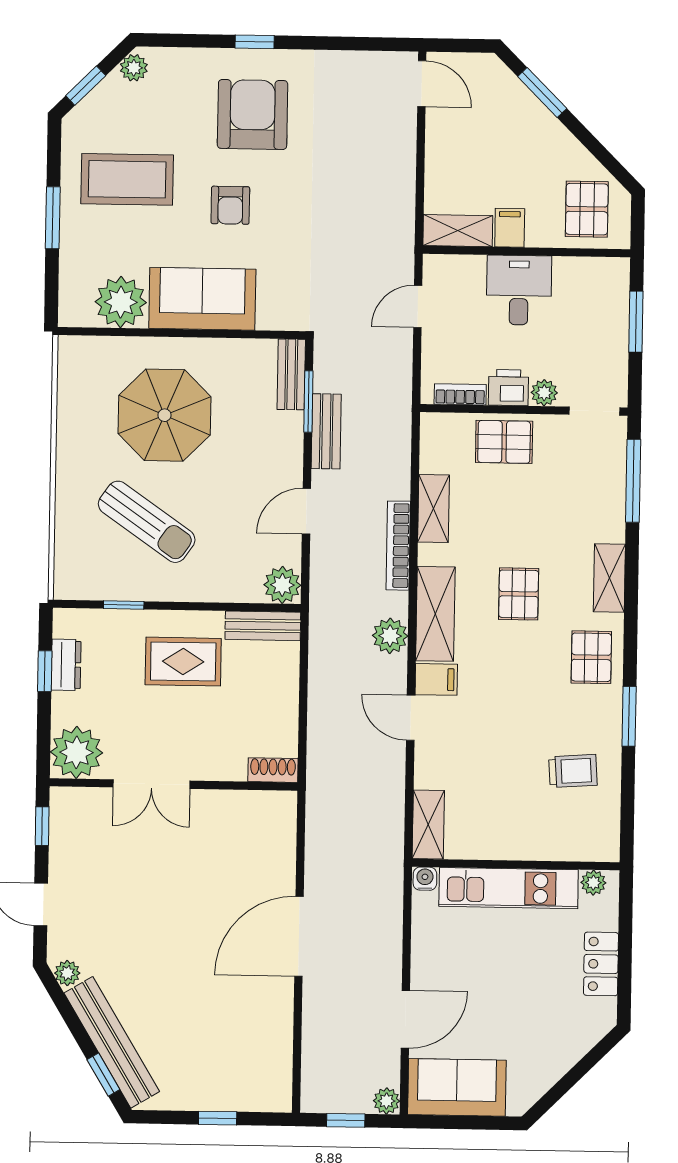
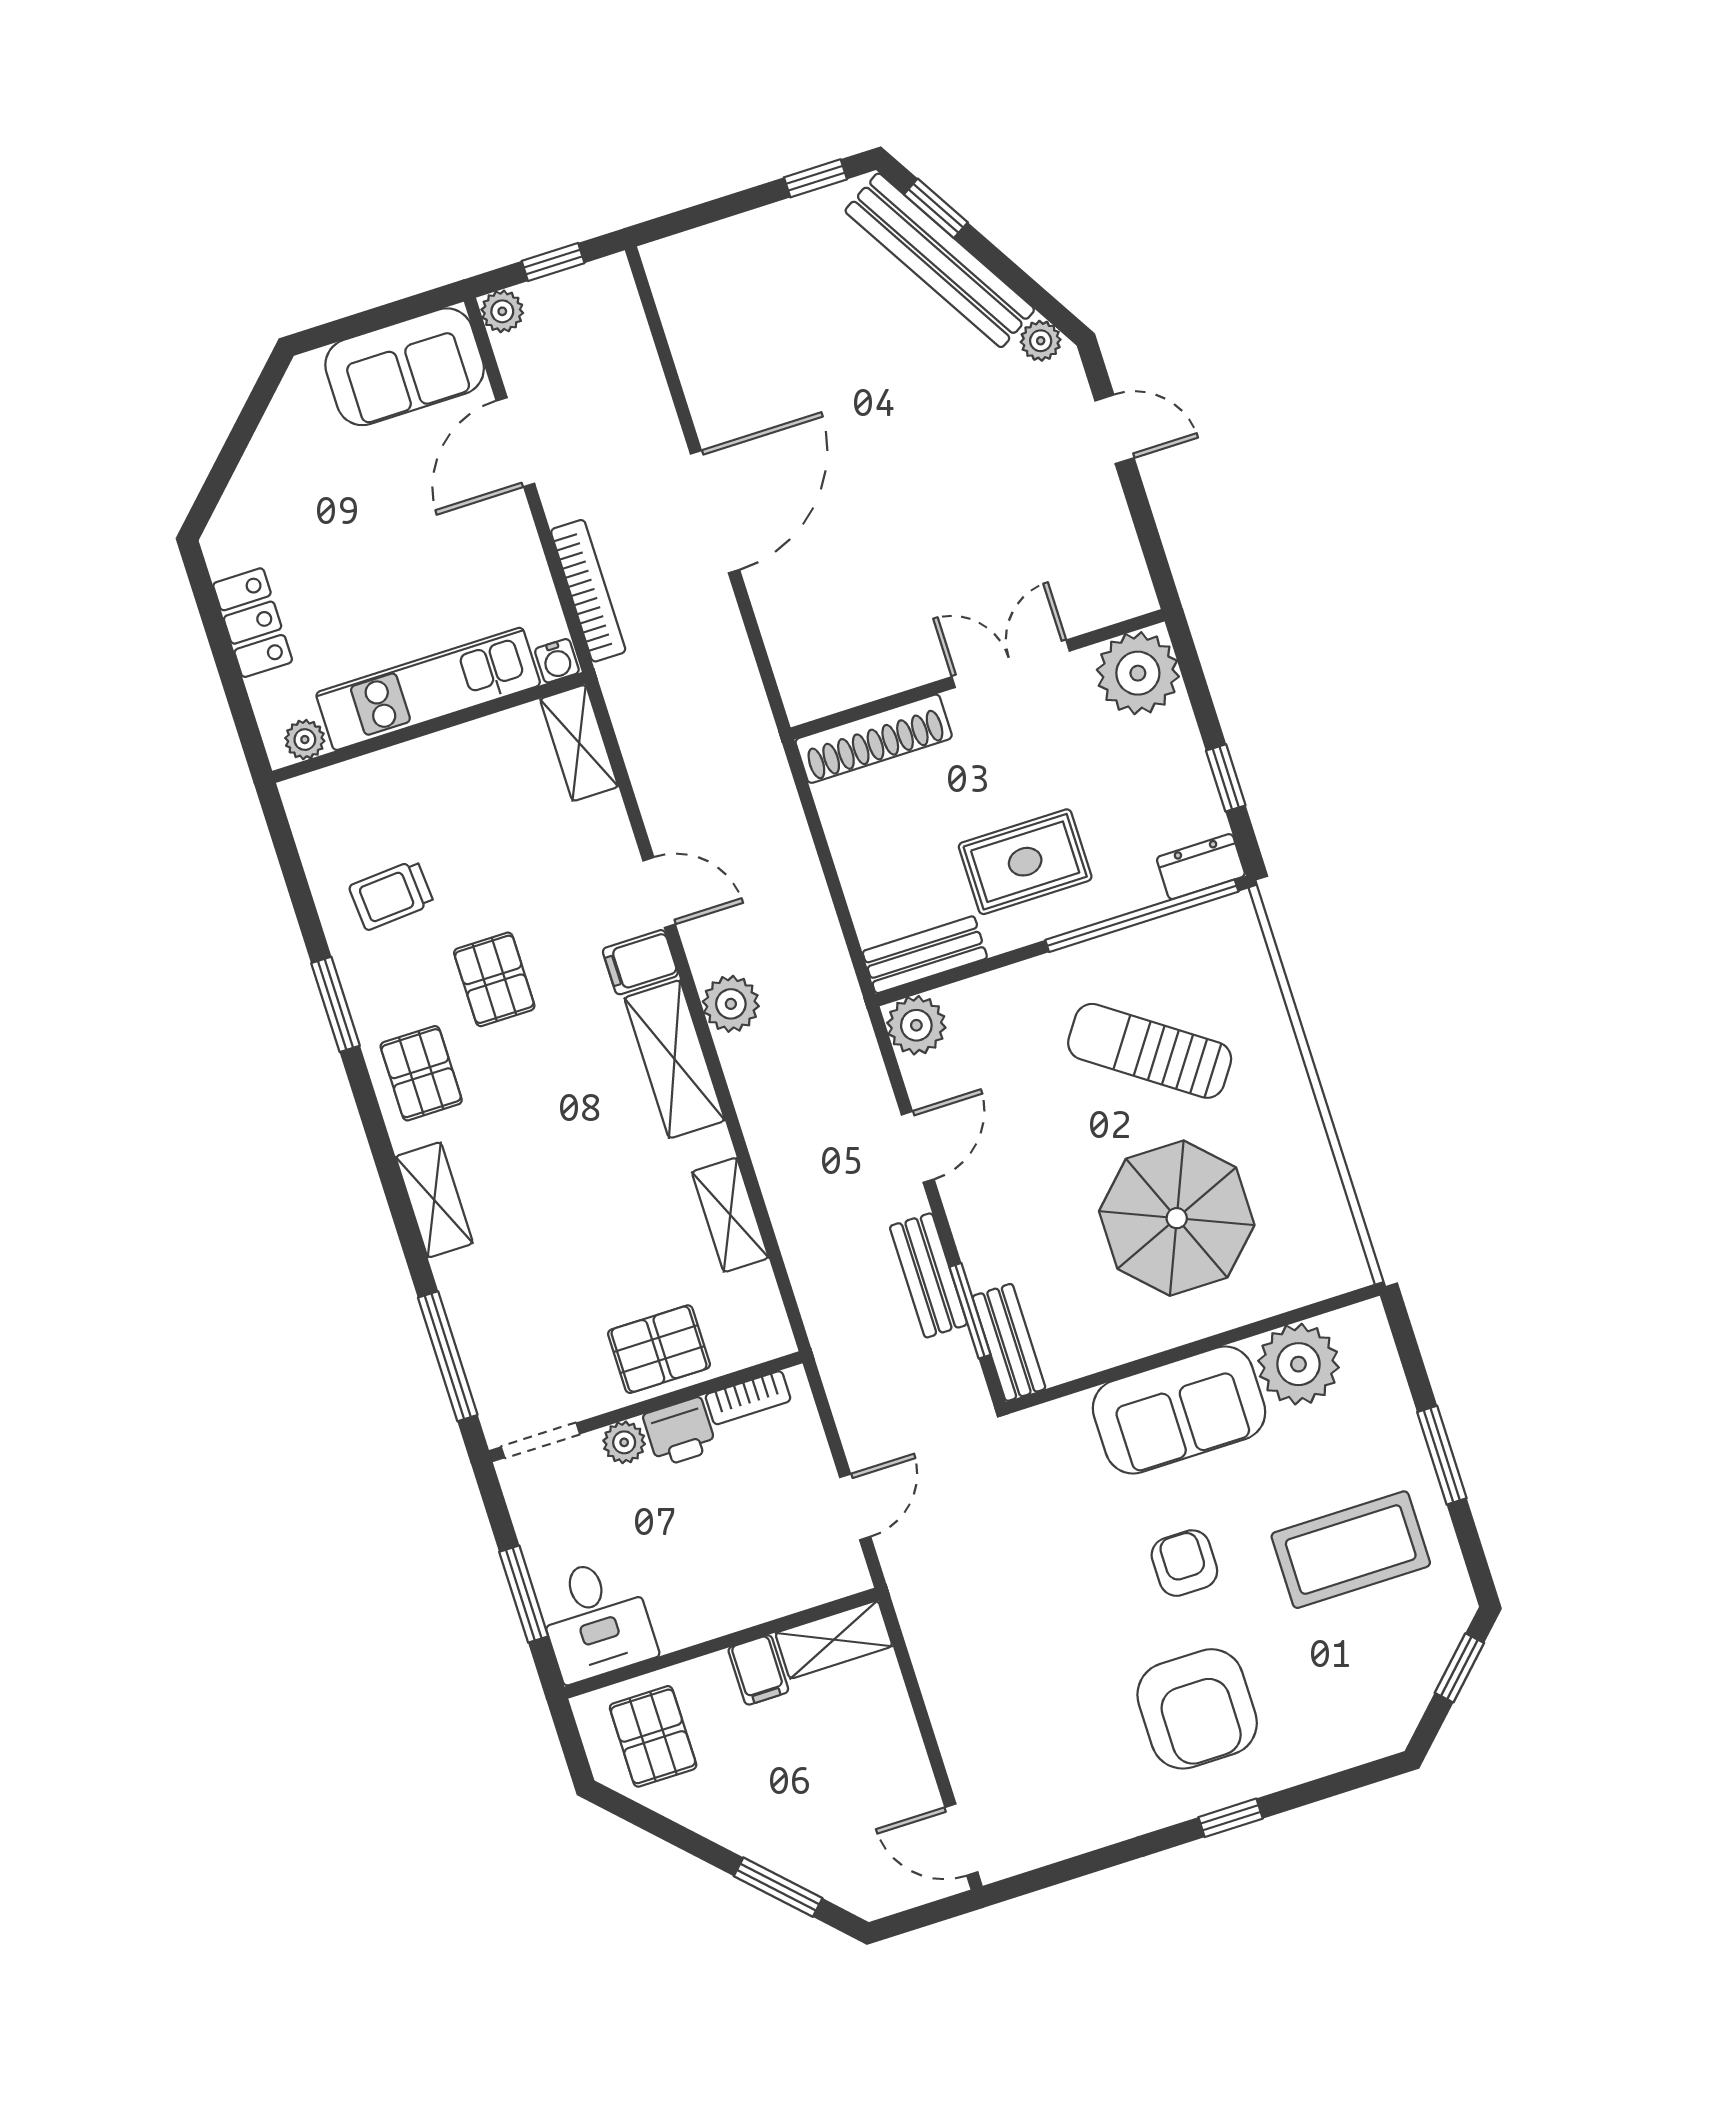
plant: (134, 68) -> (1397, 1719), removed
desk: (519, 290) -> (596, 1619), moved
bookcase: (398, 546) -> (588, 591), moved
pallet: (519, 594) -> (494, 979), moved
window: (124, 605) -> (1142, 916), width x3.17
dresser: (66, 665) -> (1201, 867), moved, turned 90
shoe rack: (273, 770) -> (874, 739), width x1.94, depth x1.24
window: (42, 826) -> (1152, 546), removed
window: (218, 1118) -> (815, 178), moved

